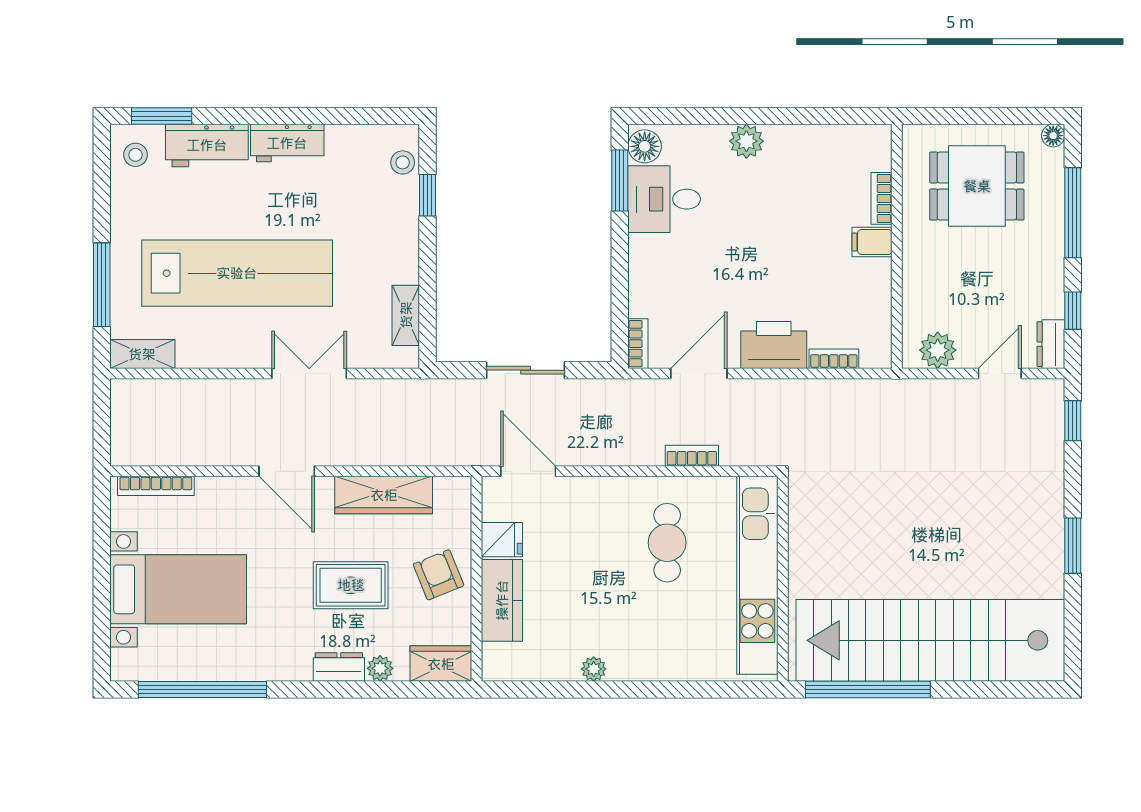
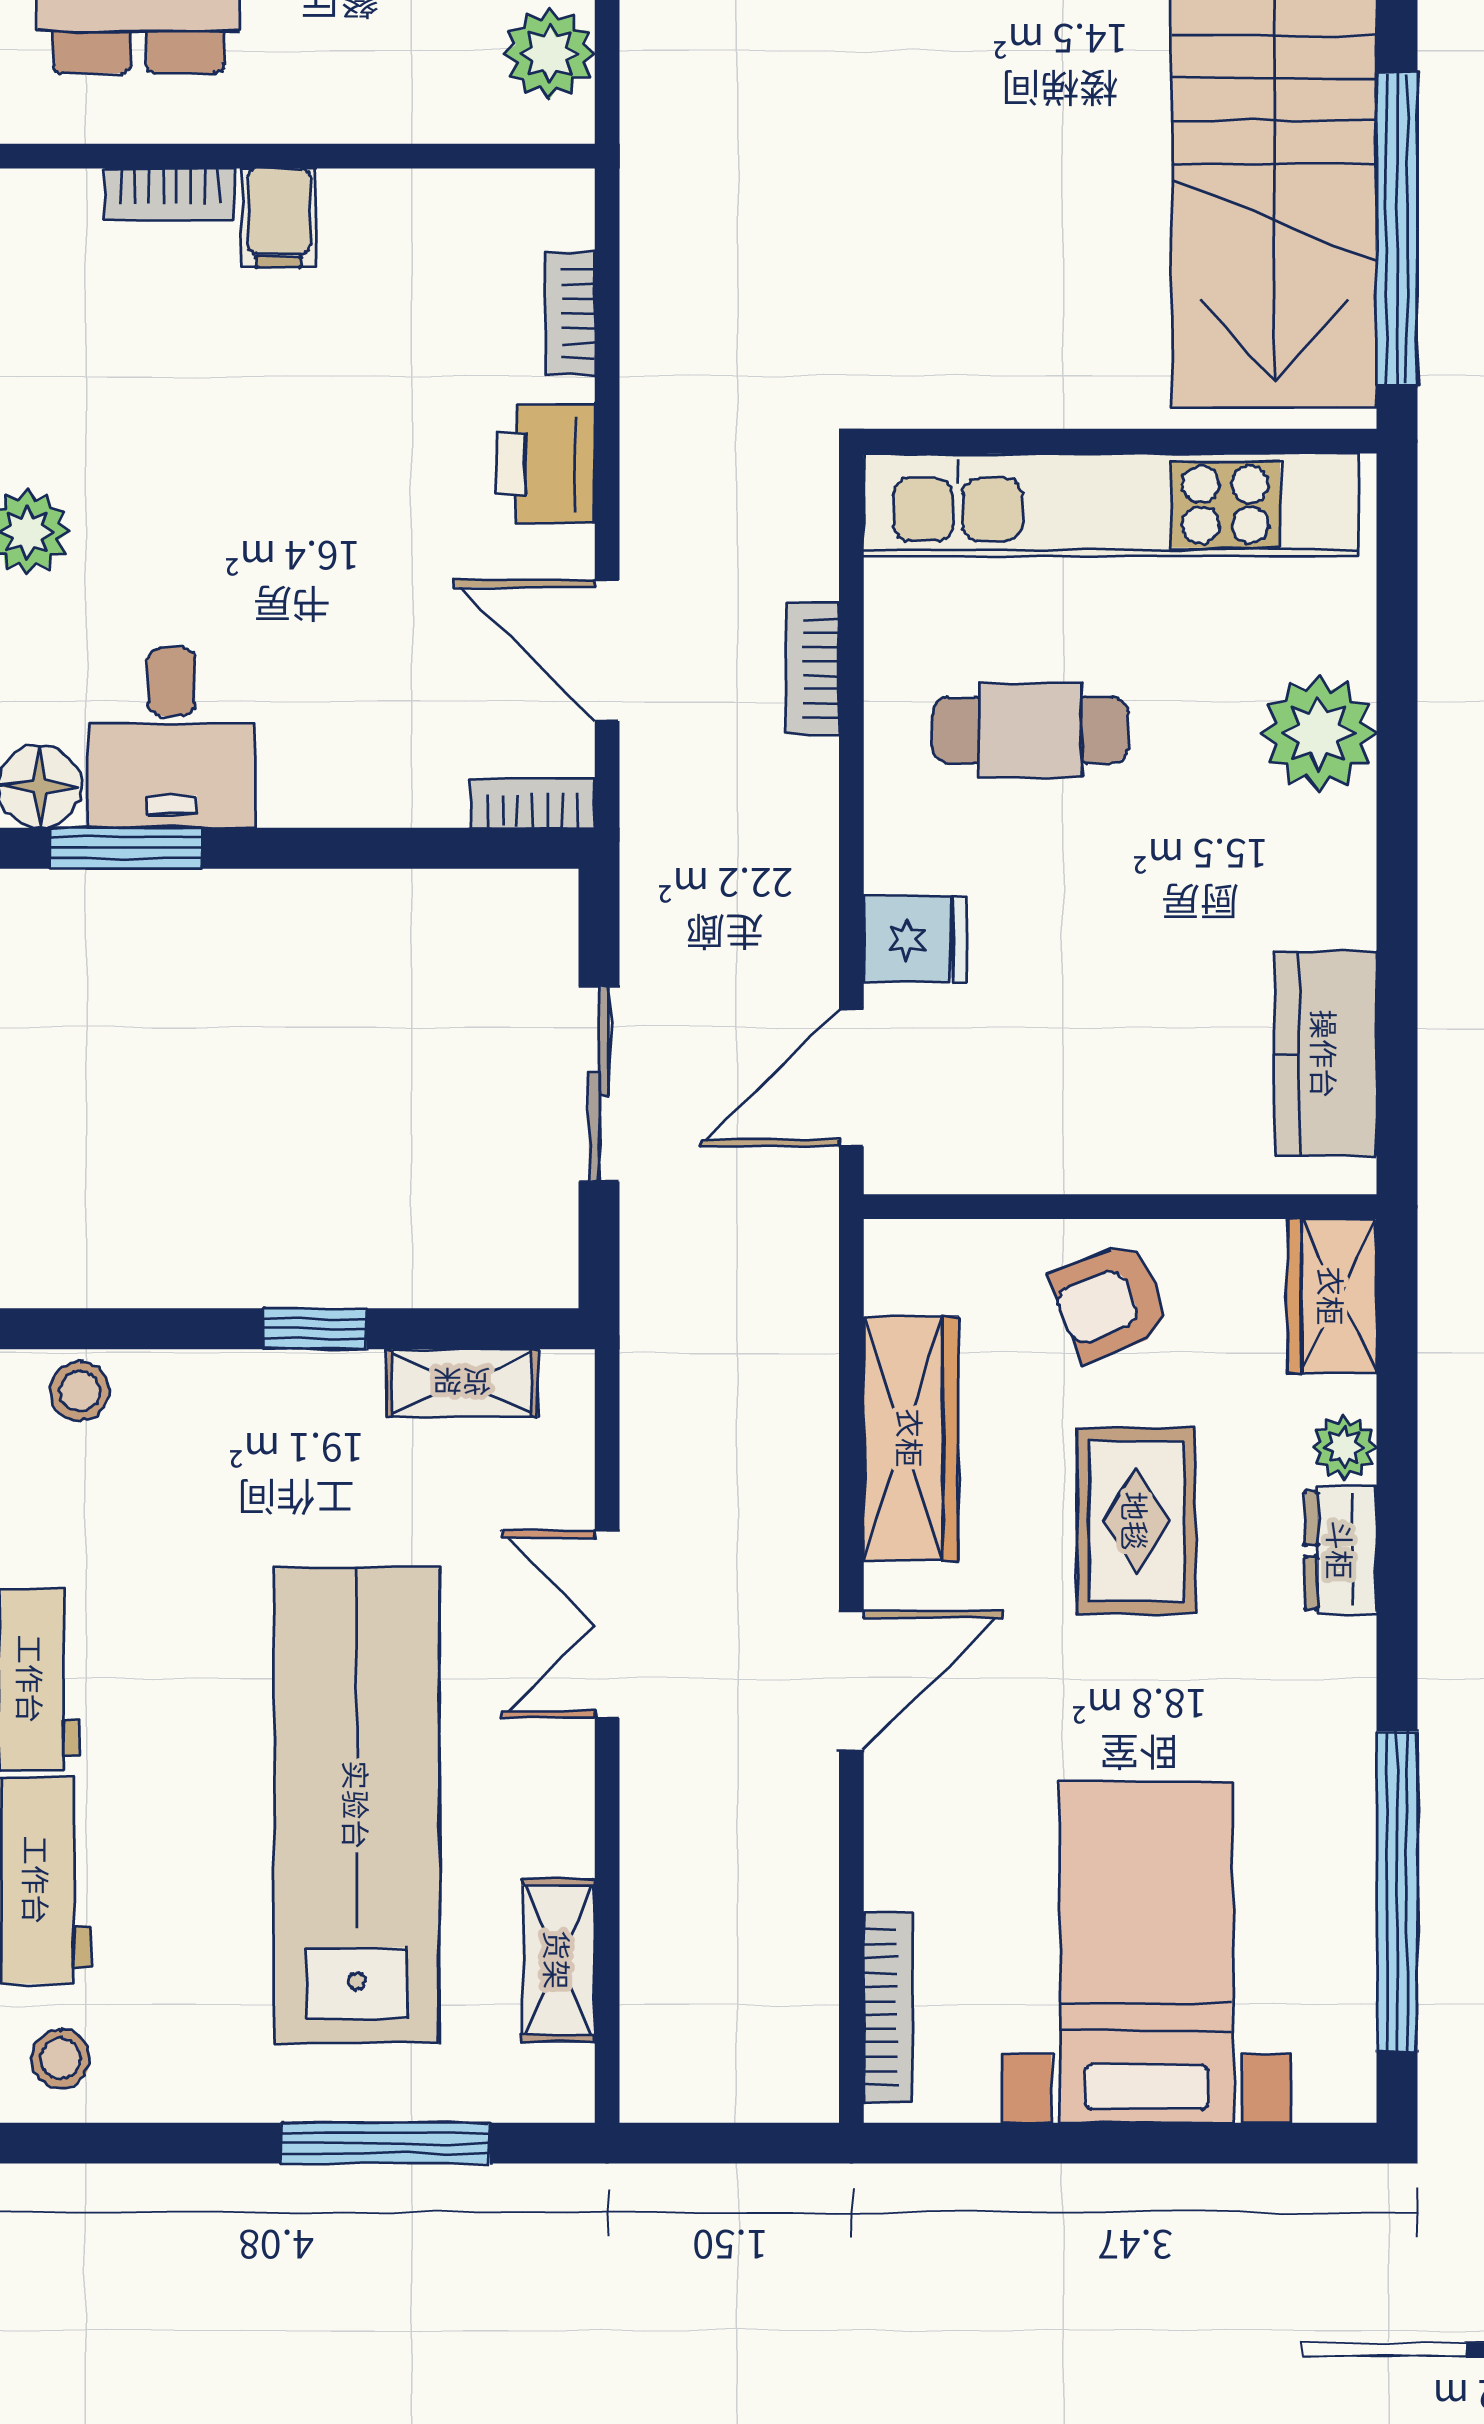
window: (428, 195) -> (315, 1329), moved
printer: (774, 345) -> (546, 464), width x0.73, depth x0.84
shelving: (142, 354) -> (558, 1960), moved
fridge: (502, 540) -> (915, 940), moved, turned 90
kitchen counter: (502, 600) -> (1325, 1054), moved, turned -90
plant: (594, 669) -> (1318, 733), moved, width x1.88, depth x1.88

